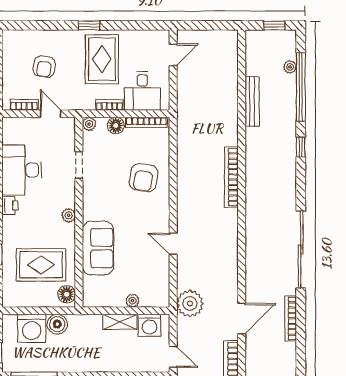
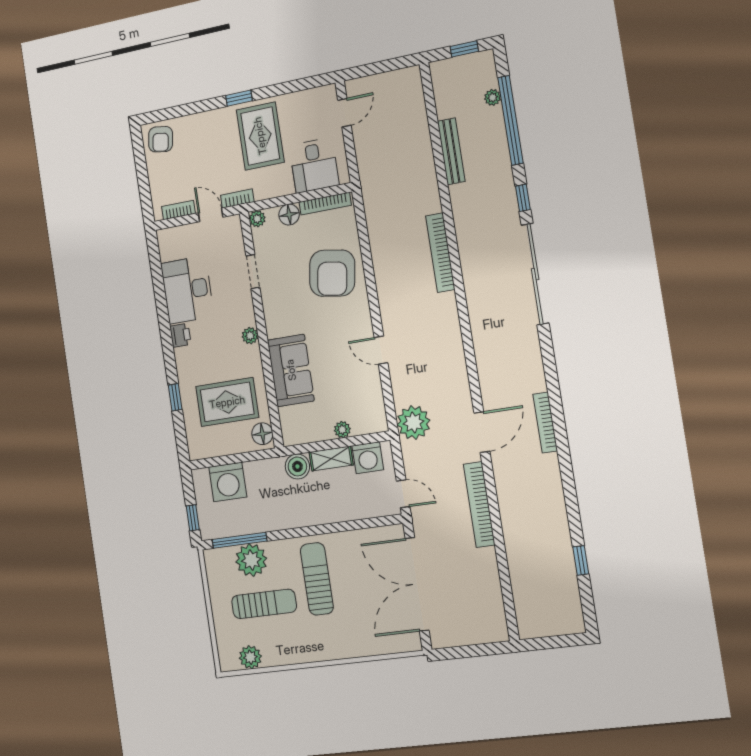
armchair: (44, 67) -> (161, 139), moved
bookcase: (109, 105) -> (237, 199), moved
armchair: (144, 178) -> (332, 273), width x1.36, depth x1.36
sliding door: (301, 250) -> (535, 274), moved
boiler: (57, 324) -> (297, 466), moved

